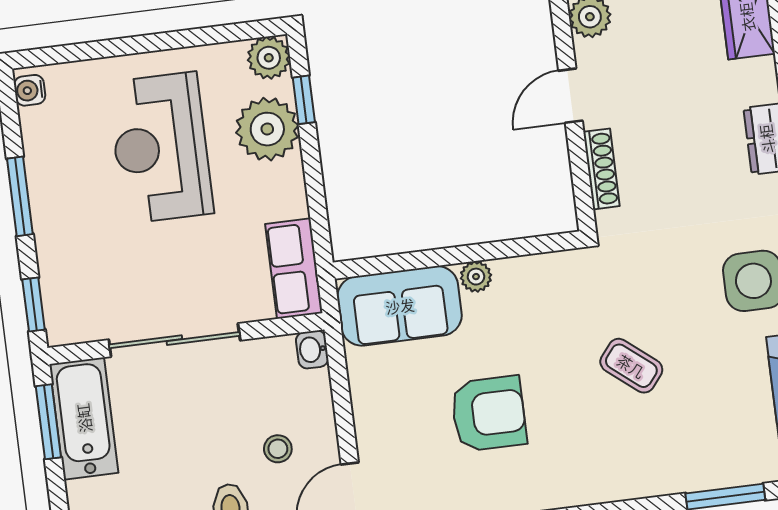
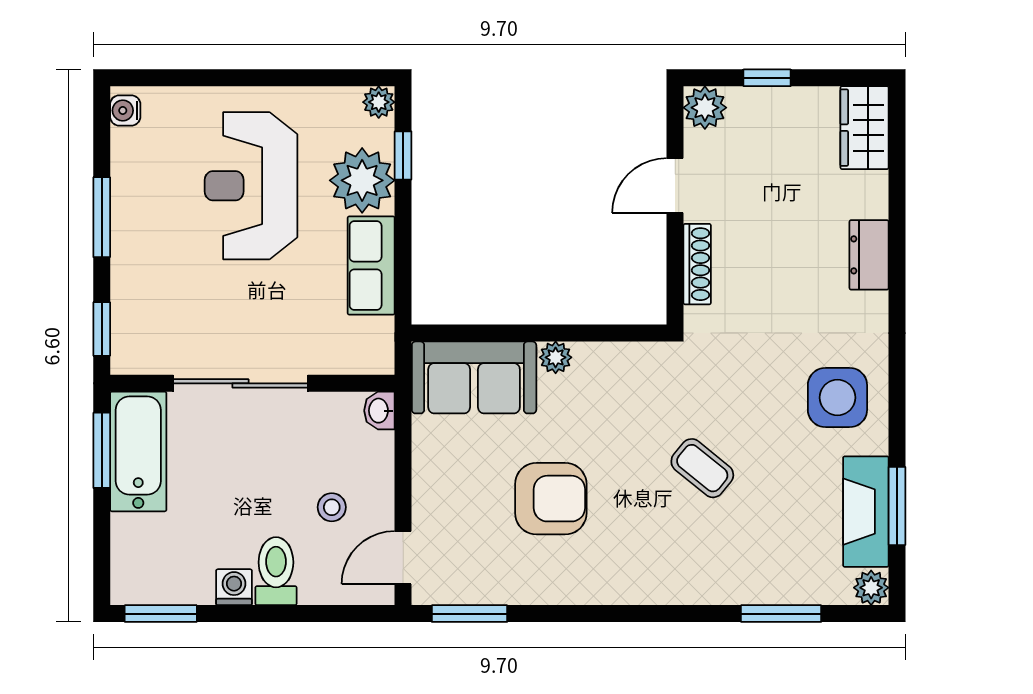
plant: (269, 58) -> (379, 102), width x0.73, depth x0.73
row of seats: (294, 268) -> (371, 266), moved

